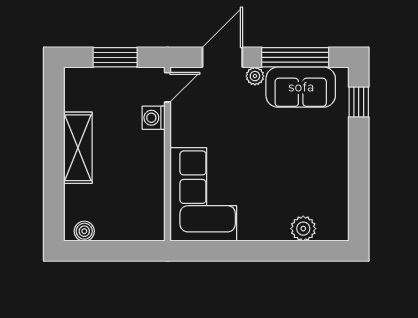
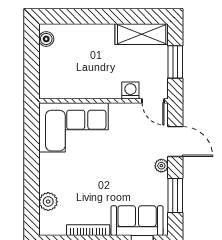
window: (295, 57) -> (175, 195), width x0.69
sofa: (301, 87) -> (137, 221), moved, turned 90
shelving: (78, 148) -> (142, 34), moved
bookcase: (342, 175) -> (88, 230), added

